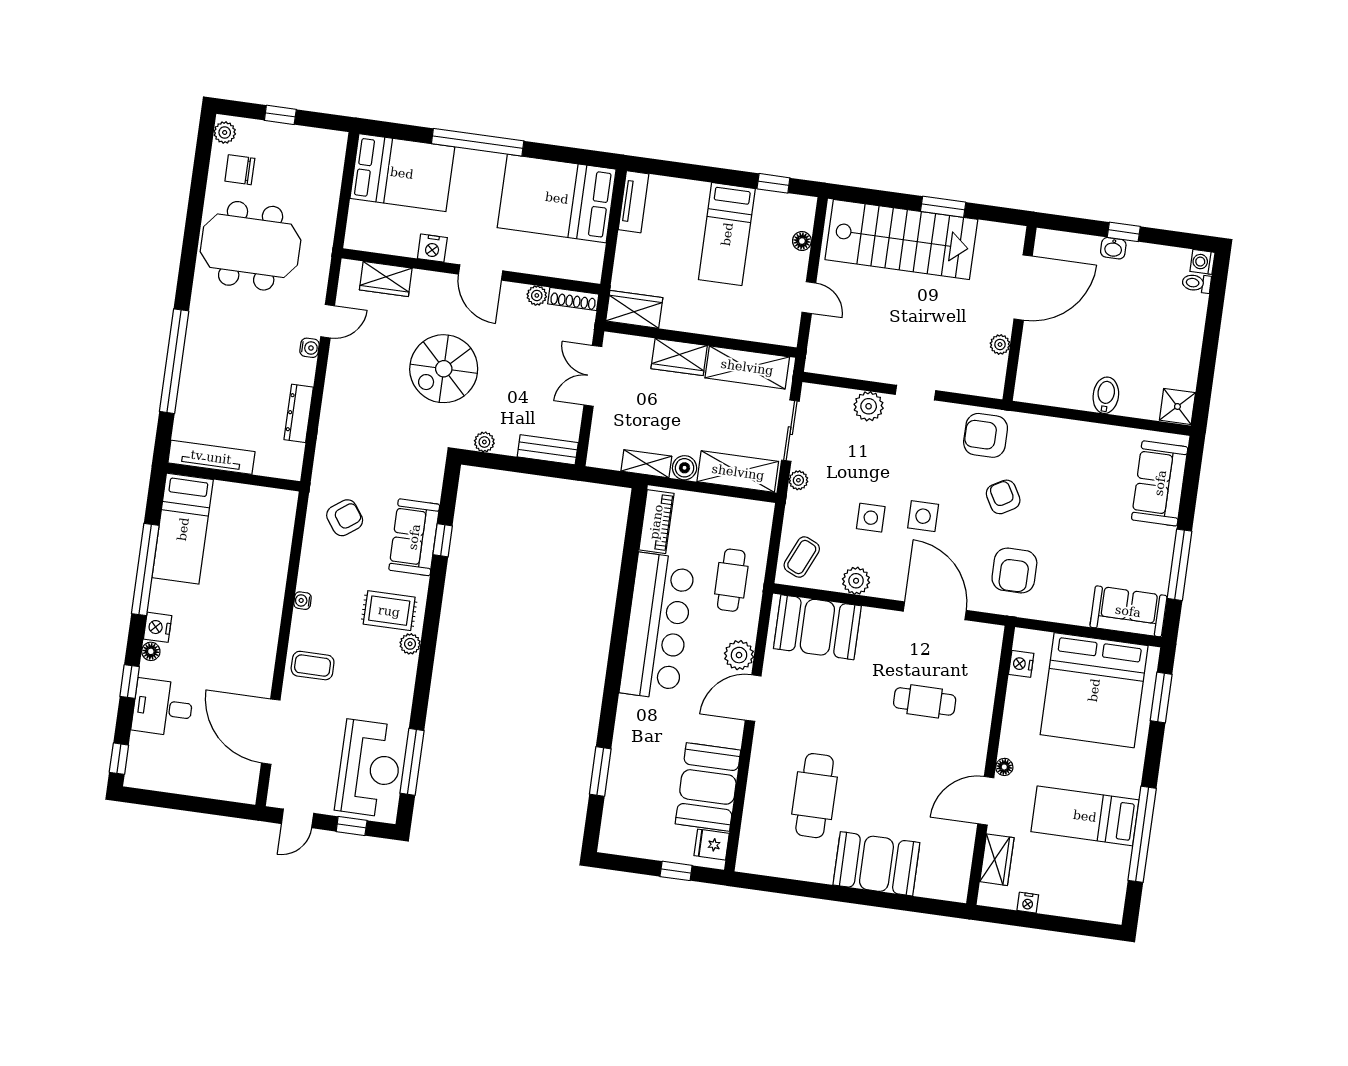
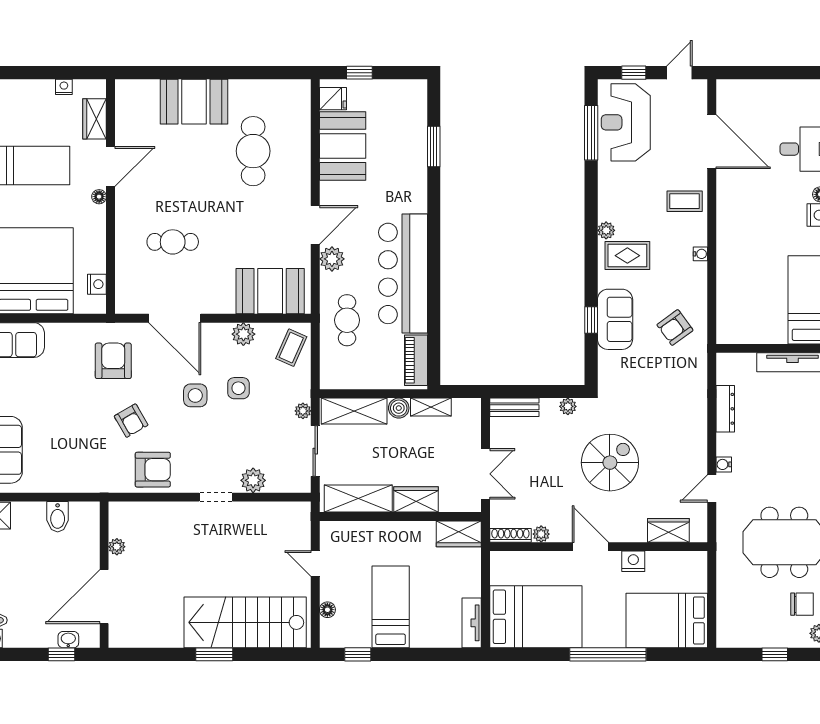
door: (1023, 288) -> (104, 597), moved
wall: (1020, 314) -> (104, 575), moved
plant: (1000, 344) -> (117, 547), moved

